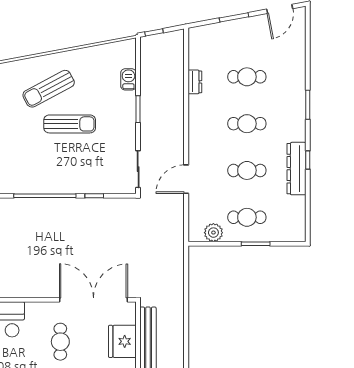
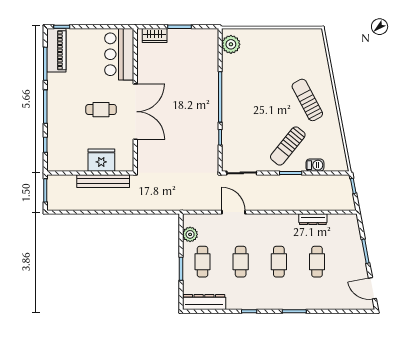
dresser: (195, 82) -> (313, 219), width x1.44
sun lounger: (70, 124) -> (288, 146), moved, turned 39
dresser: (296, 169) -> (204, 302), moved
double door: (94, 300) -> (135, 112), moved

